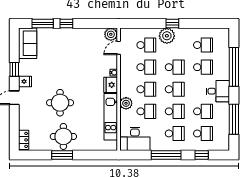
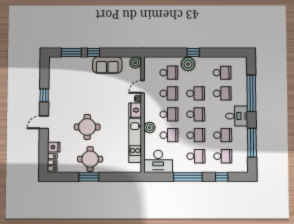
sofa: (28, 43) -> (107, 65), moved, turned 90
door: (119, 48) -> (143, 87), moved
fridge: (25, 81) -> (54, 147), moved

